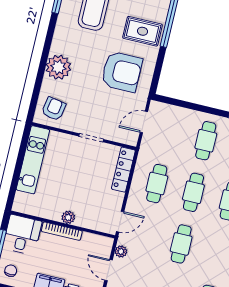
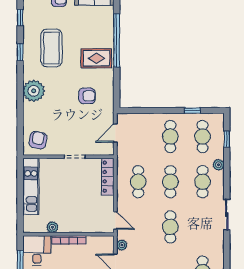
plant: (58, 67) -> (34, 91), moved
armchair: (122, 72) -> (87, 96), width x0.53, depth x0.53
plant: (68, 217) -> (52, 227), moved
door: (120, 222) -> (115, 220), hinge flipped

